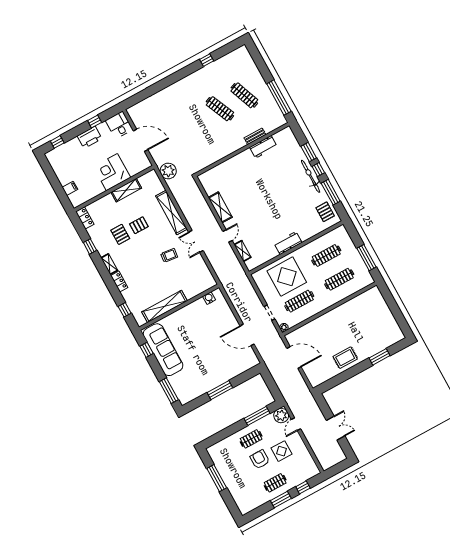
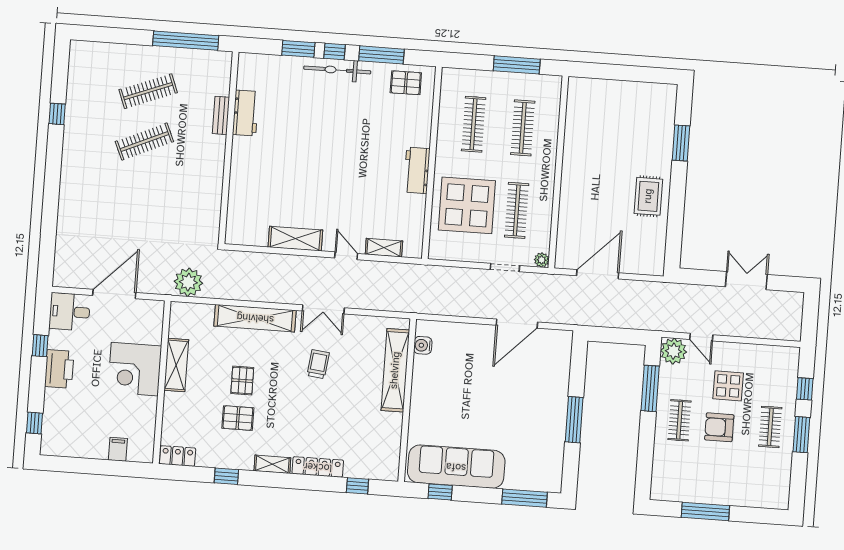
locker: (119, 282) -> (318, 467), width x1.53
shelving: (165, 306) -> (395, 370), moved

